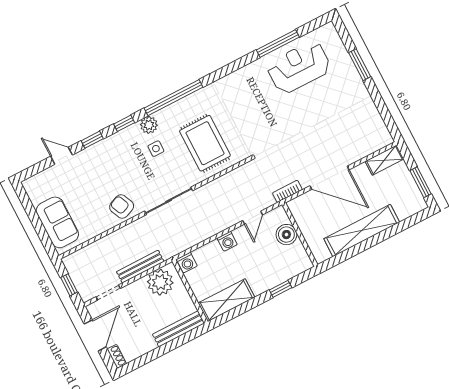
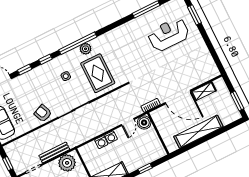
window: (360, 65) -> (194, 15), moved
reception desk: (299, 67) -> (169, 34), moved
plant: (149, 125) -> (86, 49), moved
shelving: (384, 160) -> (204, 91), moved
boiler: (286, 235) -> (144, 123), moved
washing machine: (187, 263) -> (101, 142), moved

